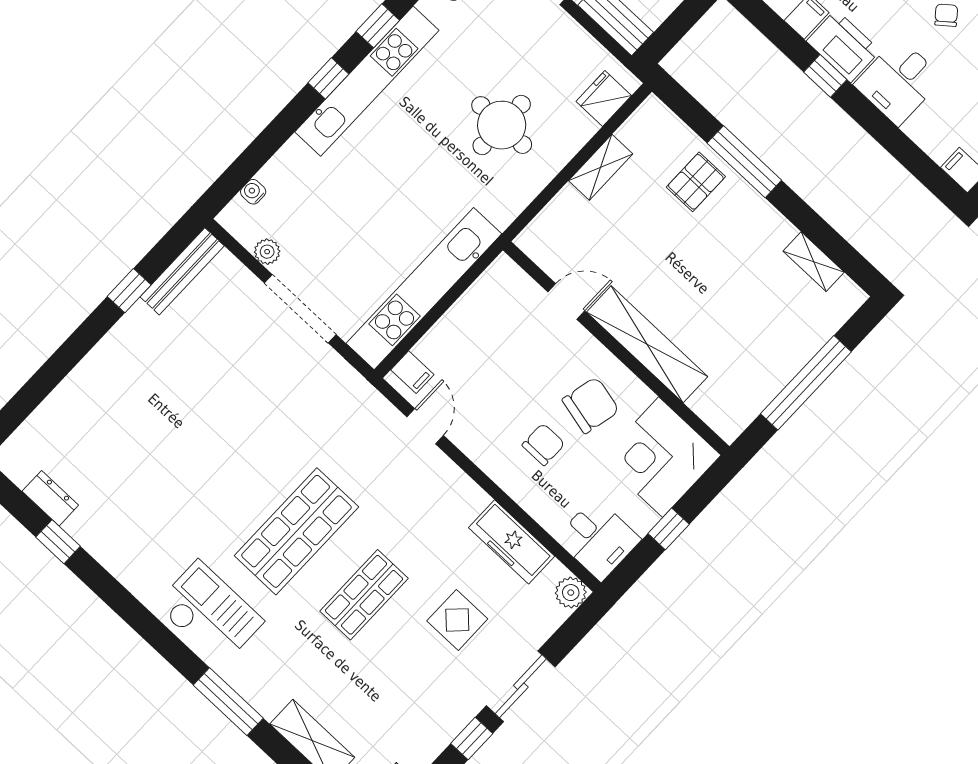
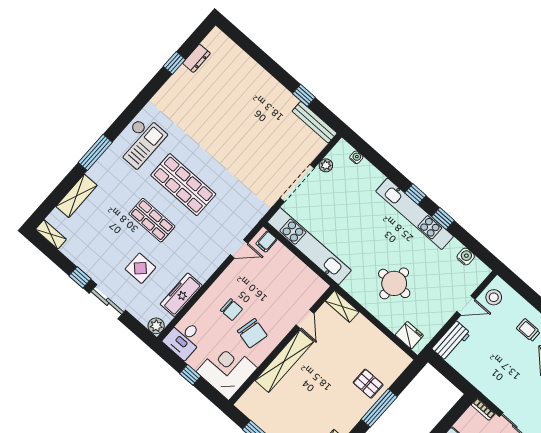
shelving: (601, 167) -> (342, 306), moved

